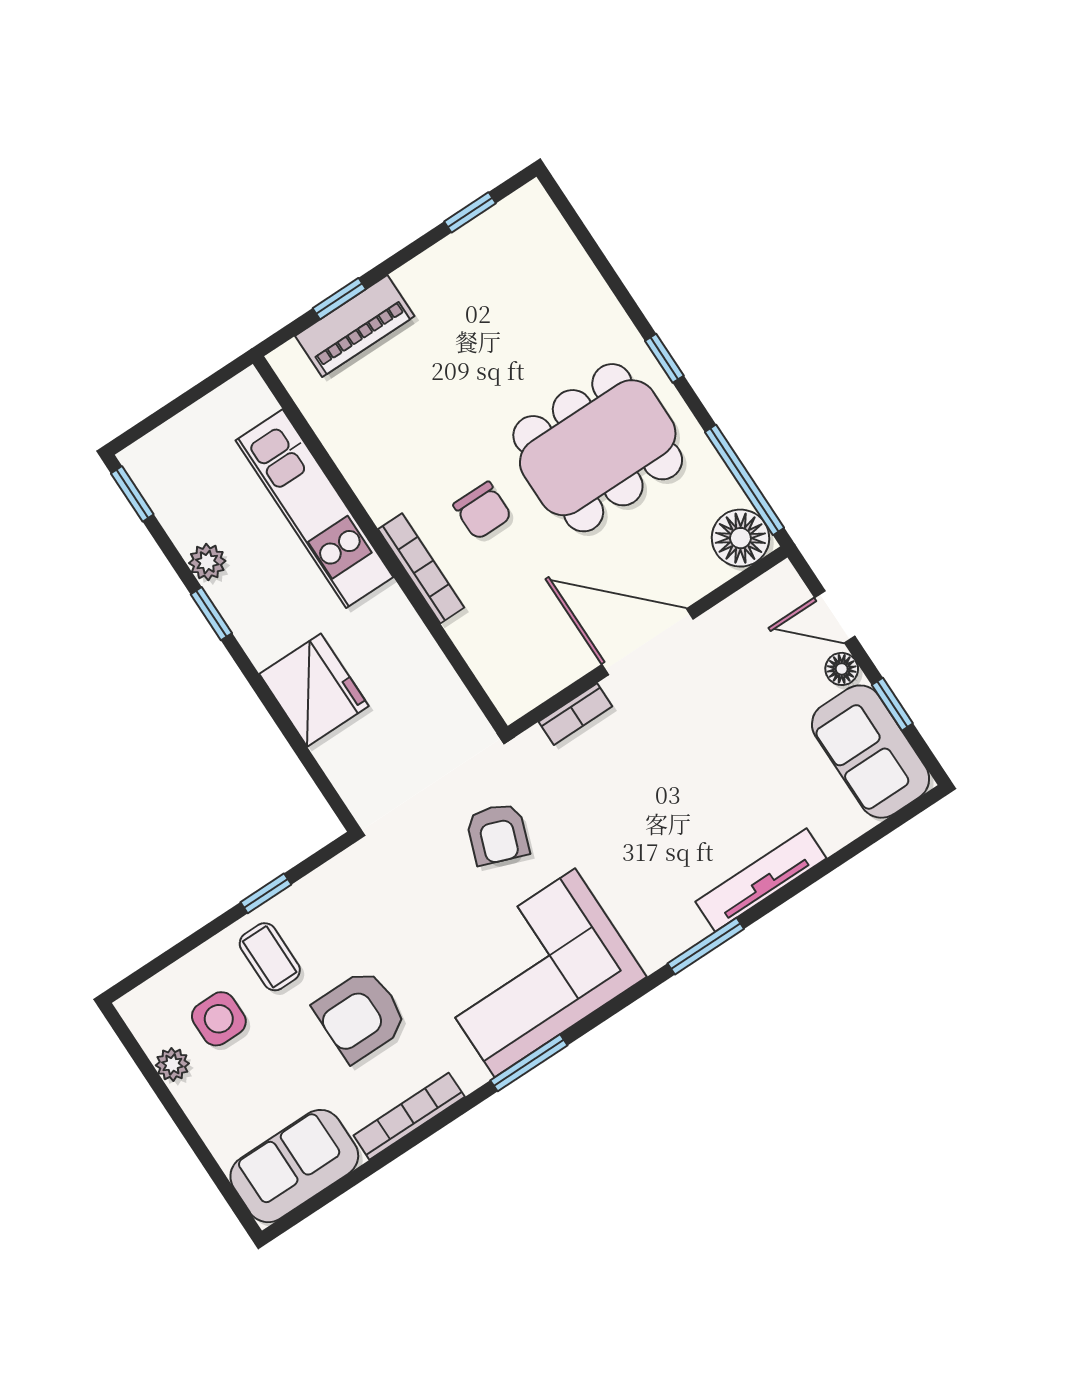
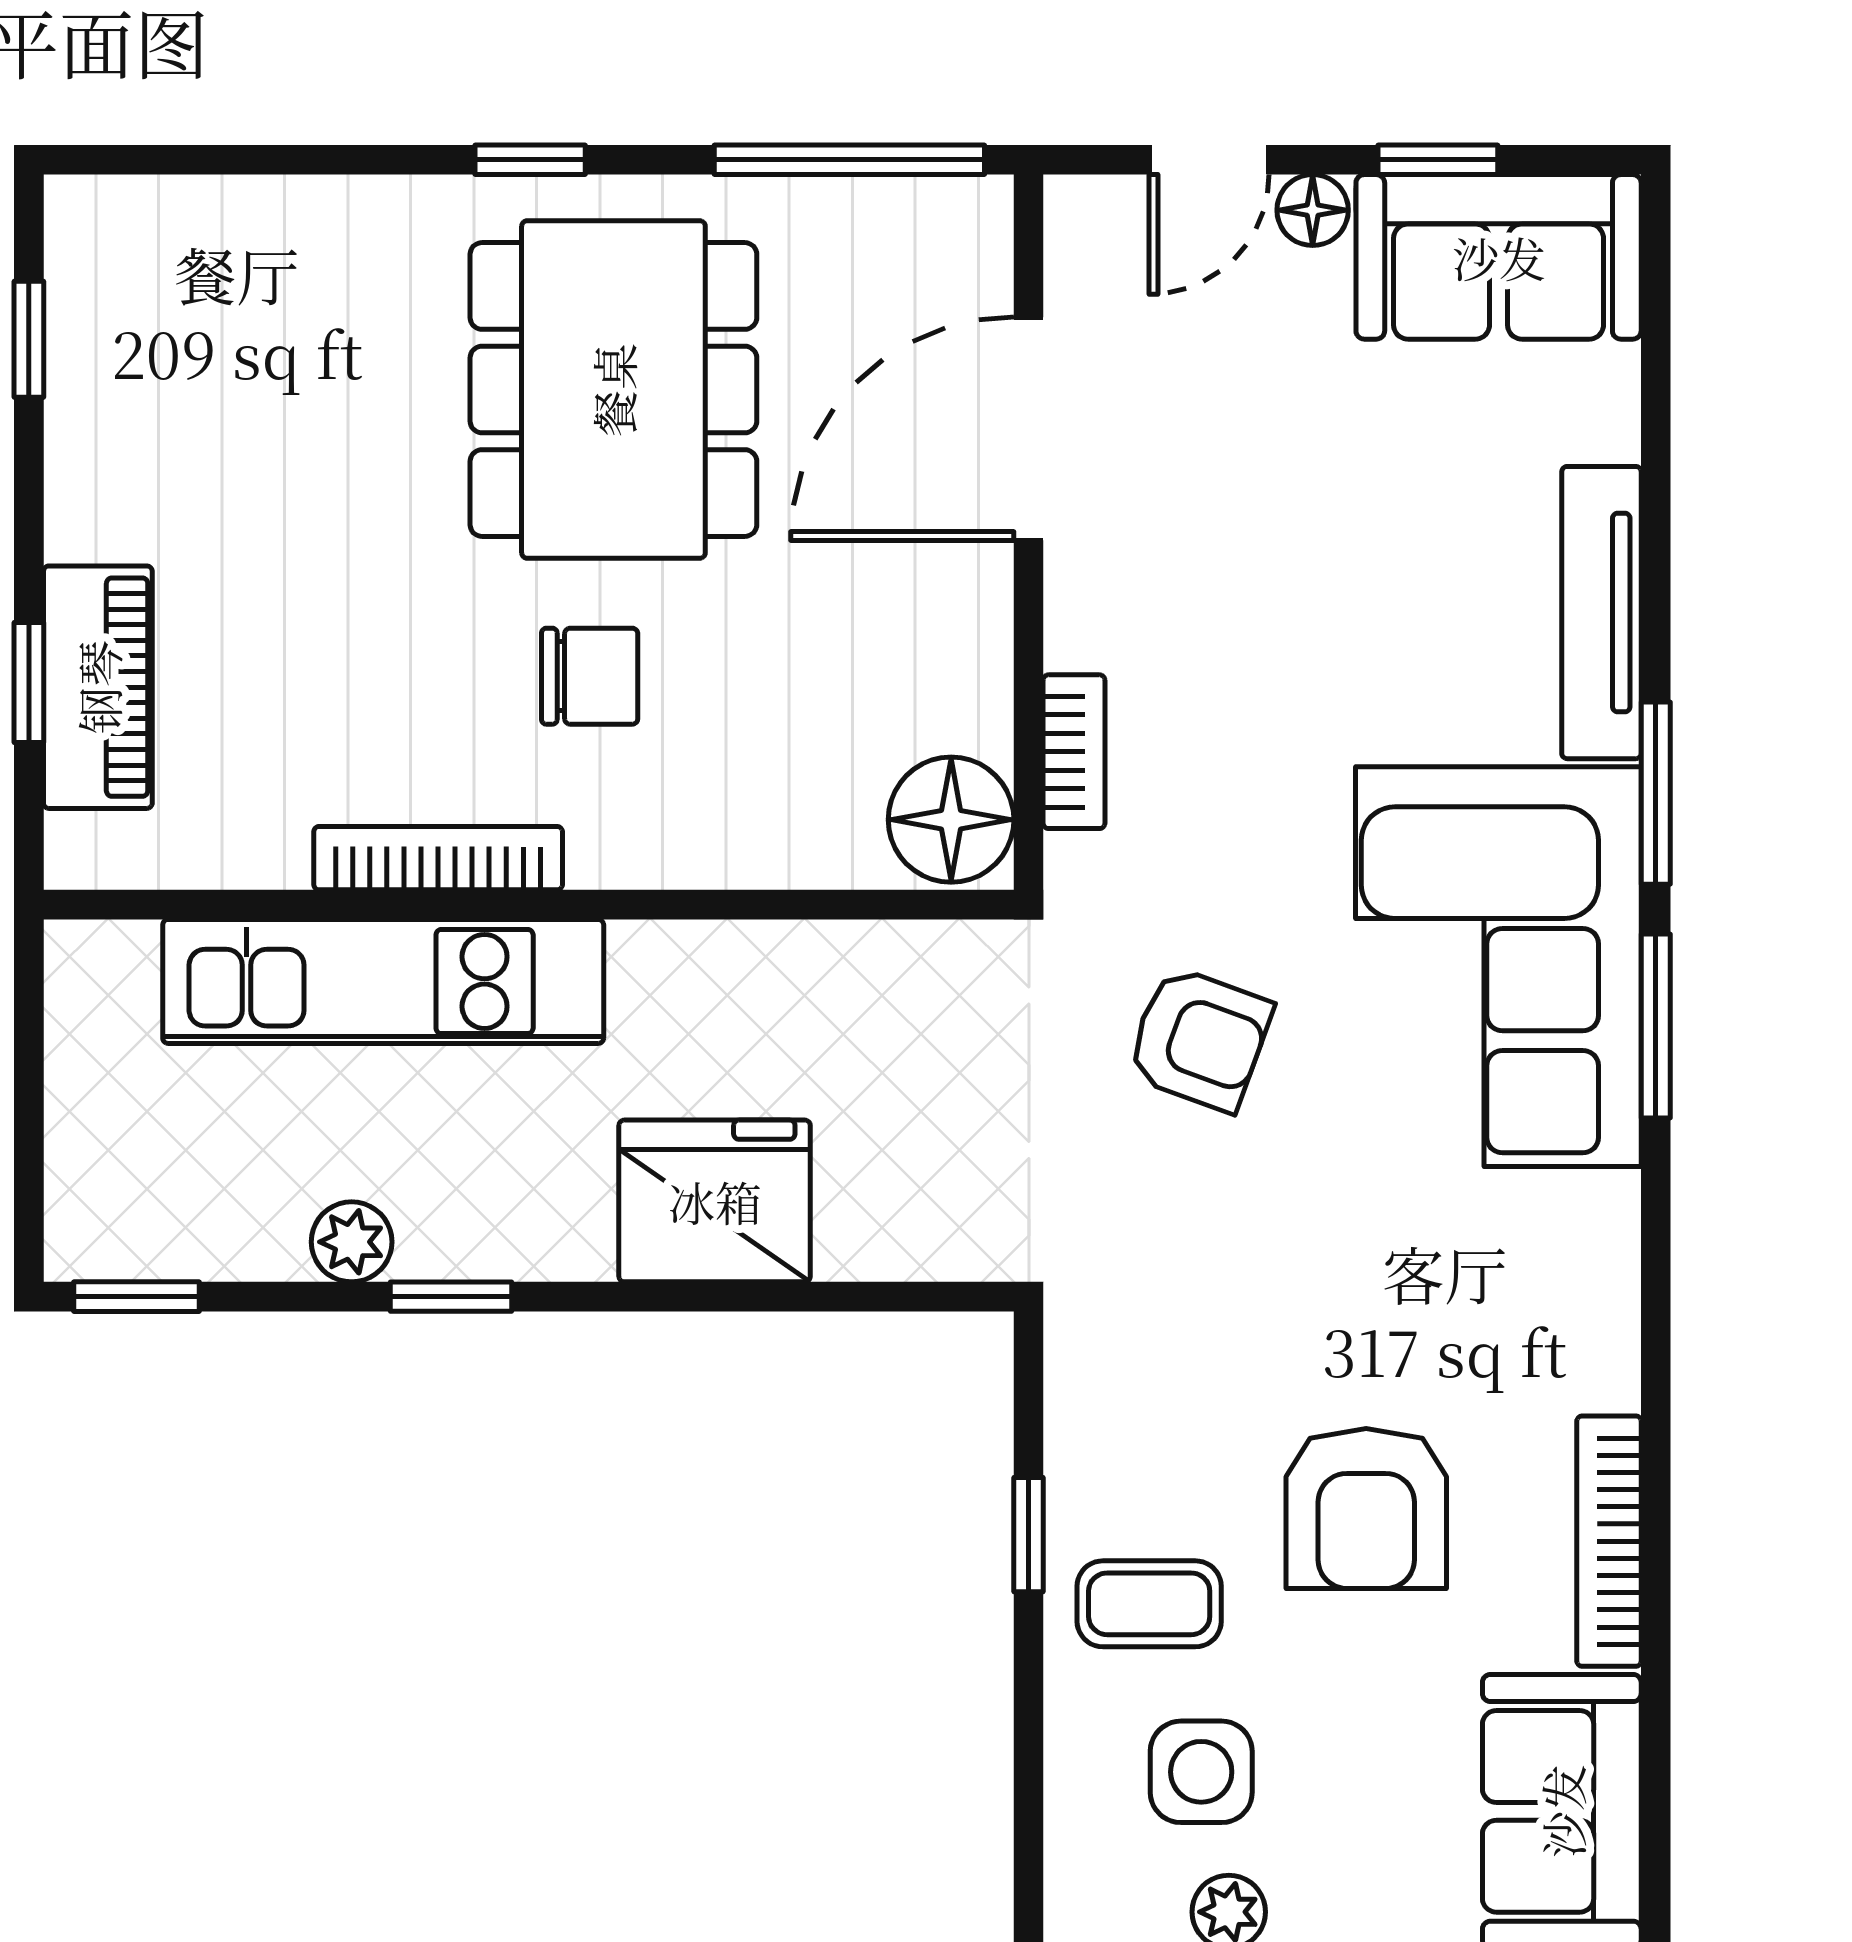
floor lamp: (740, 538) -> (951, 820), moved
bookcase: (421, 568) -> (438, 858), moved
door: (648, 642) -> (1029, 429), moved
corner sofa: (535, 973) -> (1498, 967), moved
window: (529, 1063) -> (1656, 1026), moved

